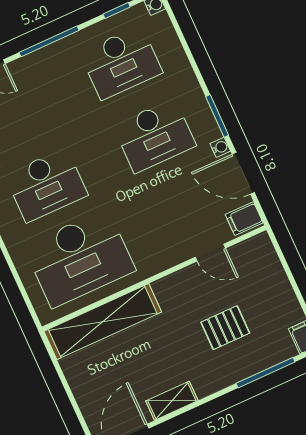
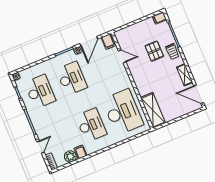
door: (210, 253) -> (122, 56), hinge flipped
shelving: (103, 322) -> (153, 110), width x0.68
trolley: (226, 370) -> (172, 51), added

